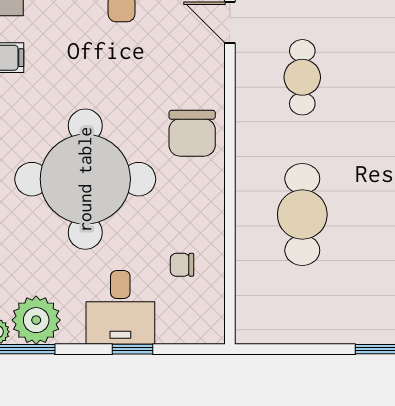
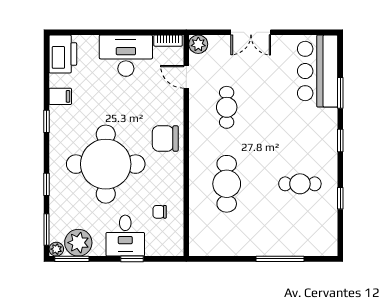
chair: (192, 133) -> (165, 138), turned 90

